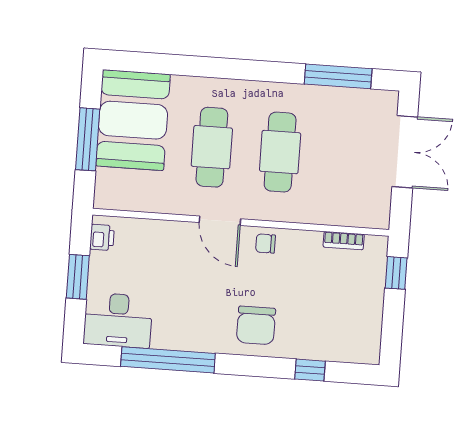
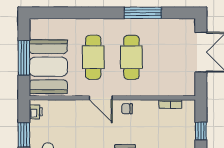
window: (338, 76) -> (143, 13), moved
booth: (133, 120) -> (48, 67), moved
window: (396, 273) -> (201, 131), moved

